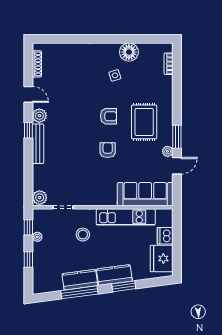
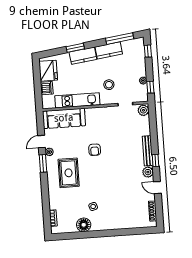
armchair: (108, 116) -> (96, 175), removed
window: (28, 260) -> (148, 51), moved
window: (79, 292) -> (120, 39), moved

